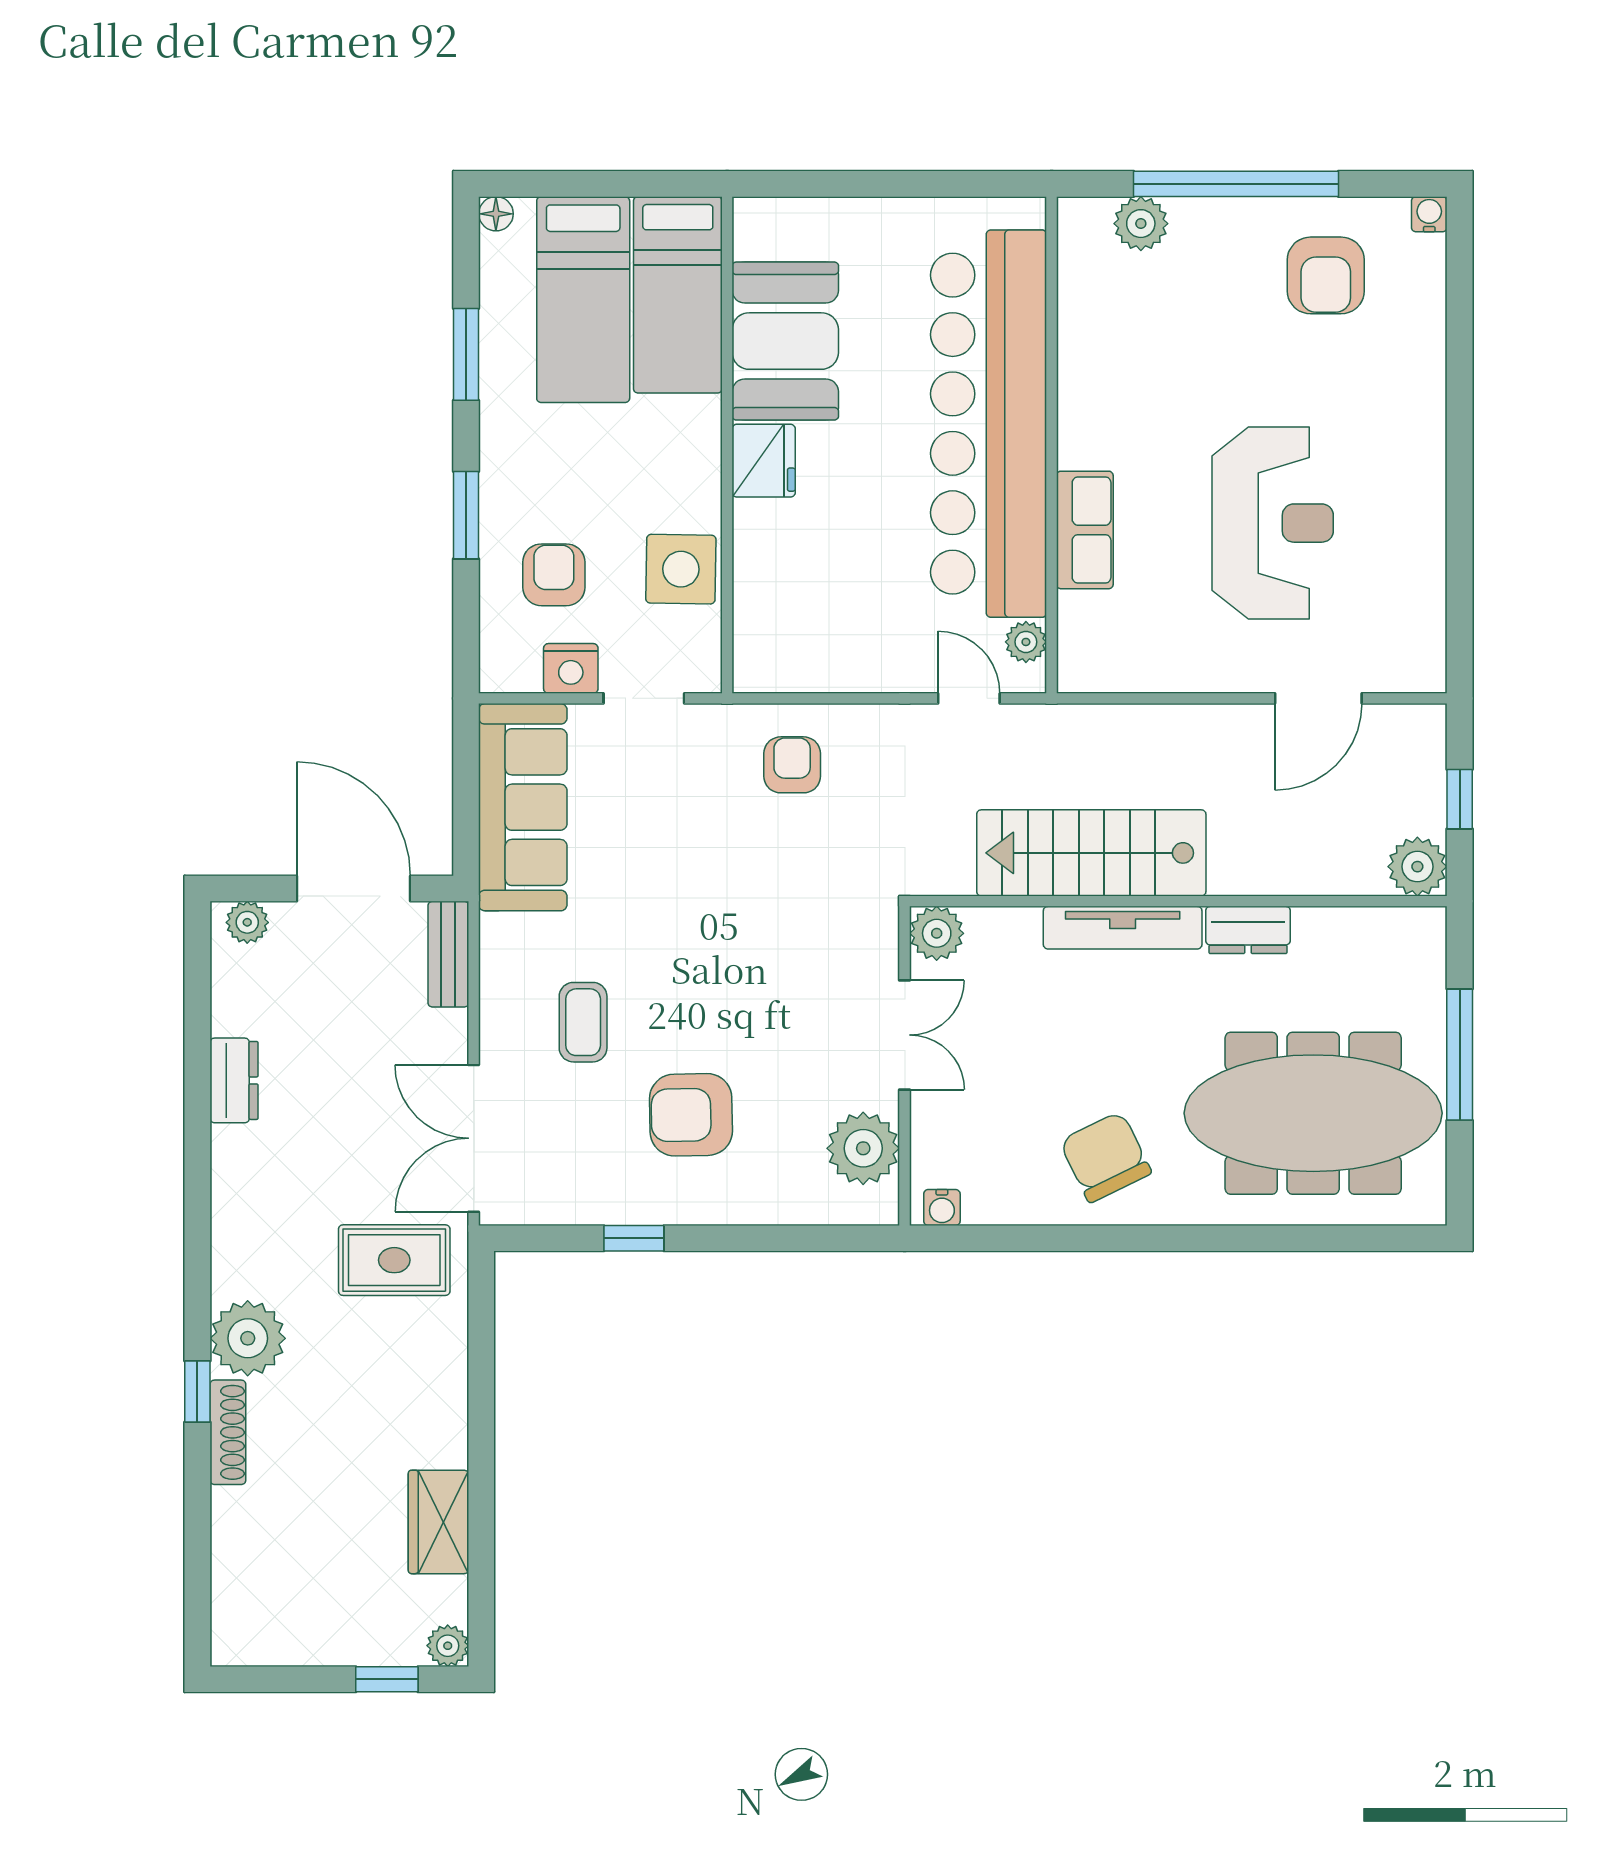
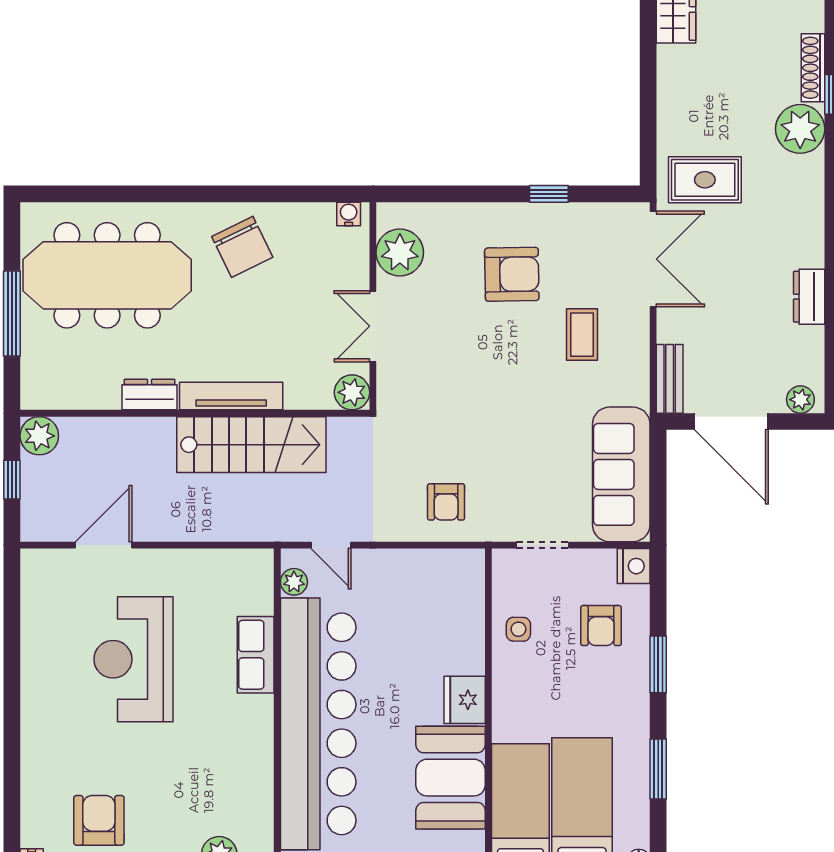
side table: (681, 569) -> (518, 629), width x0.54, depth x0.54
nightstand: (571, 668) -> (634, 566), moved, turned 90

